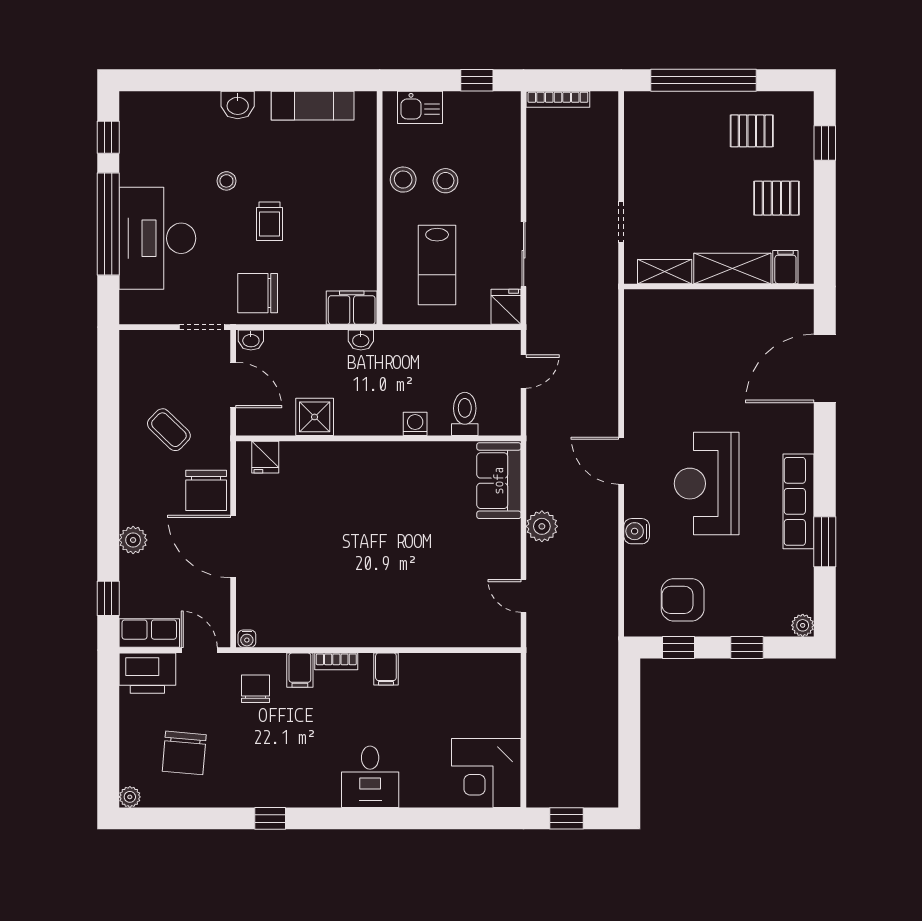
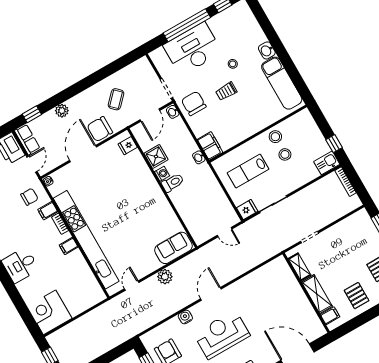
exam couch: (313, 106) -> (282, 83), width x1.36, depth x1.45
kitchen sink: (420, 107) -> (327, 163), moved, turned 90
toilet: (465, 414) -> (173, 183), moved
washing machine: (415, 424) -> (162, 174), moved
kitchen unit: (393, 631) -> (86, 240), added

